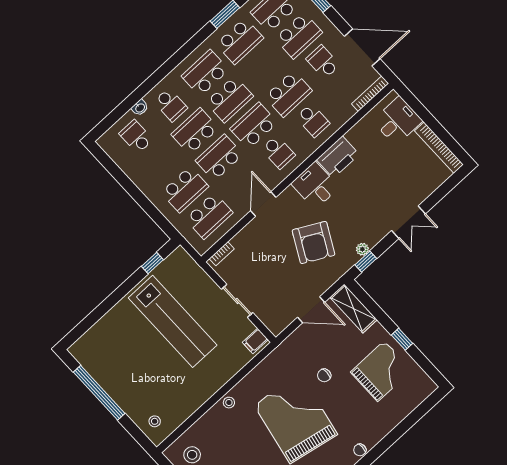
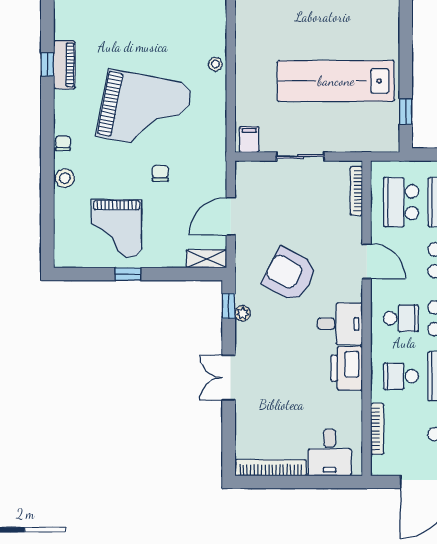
bookcase: (370, 94) -> (377, 429), moved
school desk: (278, 152) -> (401, 318), turned 180
bookcase: (222, 254) -> (356, 191), width x1.56
shelving: (353, 308) -> (206, 259), width x0.67, depth x0.75
stool: (380, 430) -> (65, 178), added

